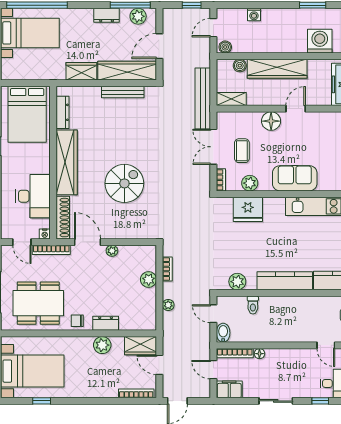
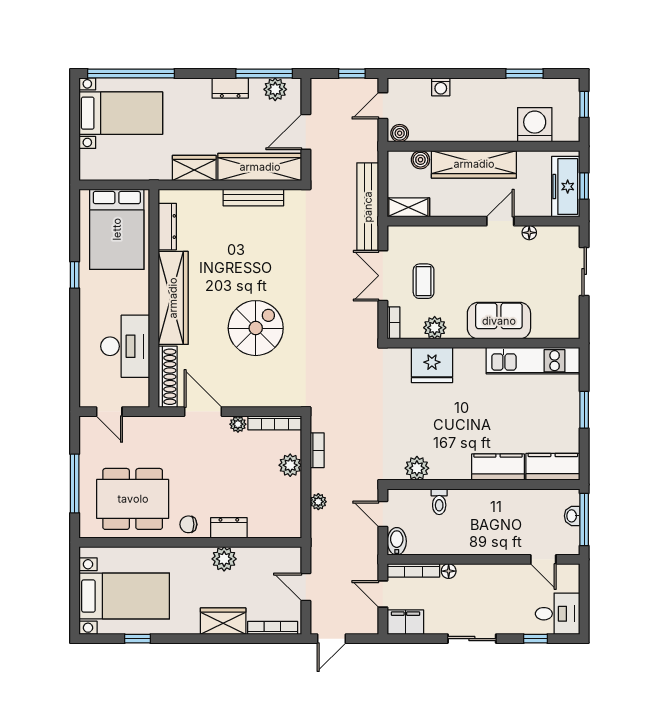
floor lamp: (271, 121) -> (529, 233), moved, width x0.53, depth x0.53
nightstand: (45, 234) -> (142, 400), removed
bookcase: (51, 250) -> (275, 423), moved
kitchen counter: (285, 281) -> (498, 467), width x0.67
wardrobe: (141, 346) -> (223, 621), moved, turned 180

